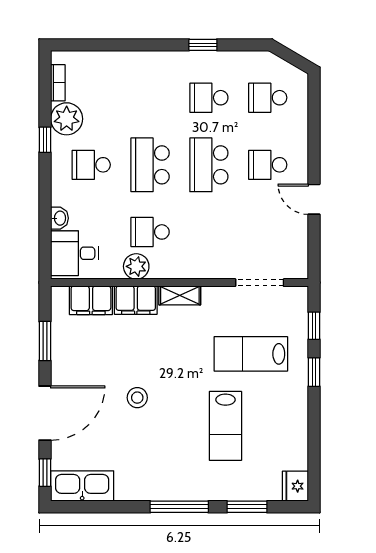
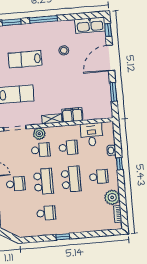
window: (203, 45) -> (63, 237), moved
school desk: (268, 98) -> (41, 150), moved
window: (45, 140) -> (120, 164), moved
desk: (75, 253) -> (92, 135), moved, turned -90
plant: (136, 266) -> (39, 134), moved
filing cabinet: (91, 300) -> (93, 113), removed
stool: (137, 398) -> (64, 50), moved
lab bench: (225, 426) -> (25, 59), turned -90

